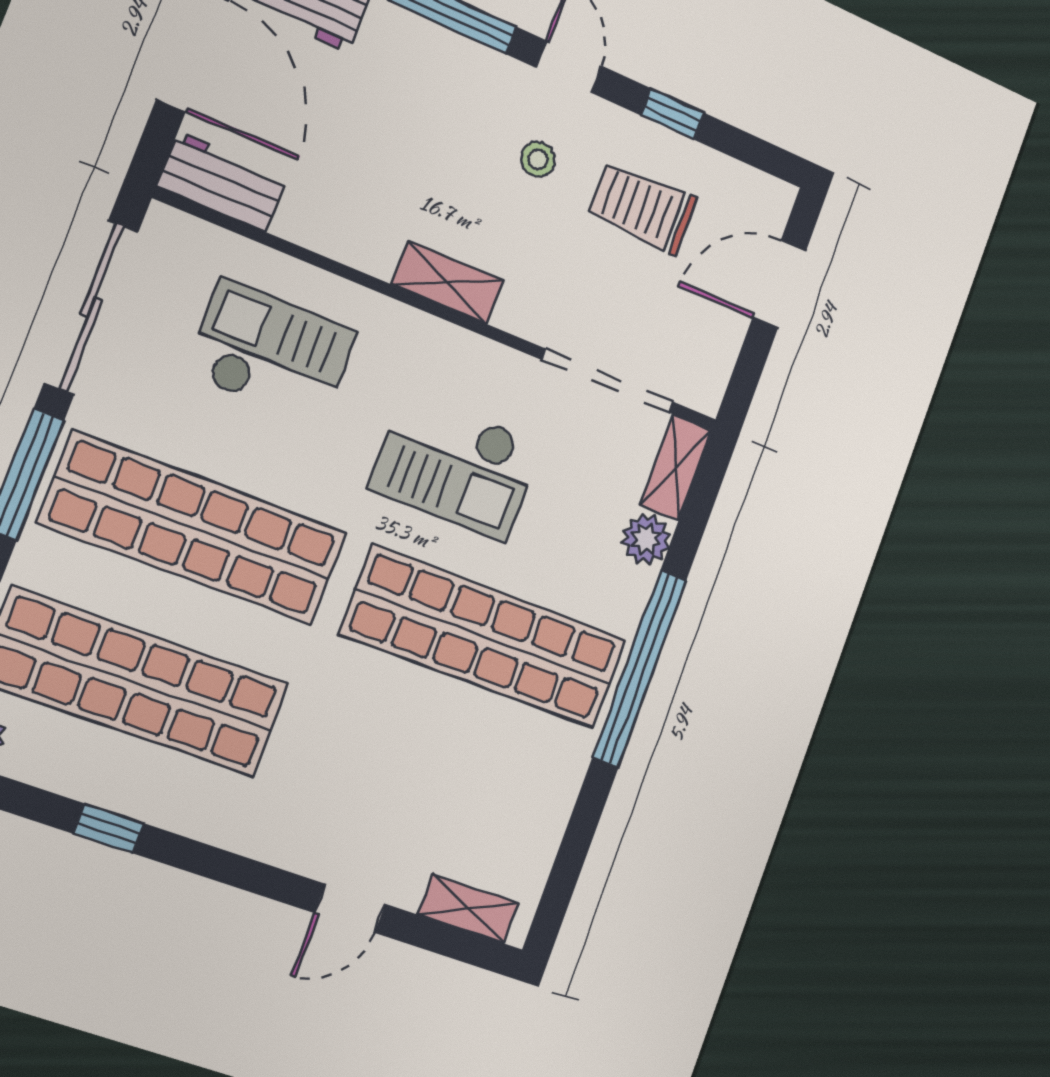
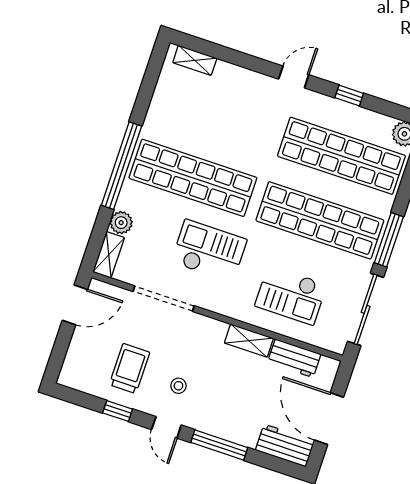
workbench: (222, 182) -> (294, 358), moved
trolley: (643, 208) -> (130, 369), turned -90
shelving: (448, 282) -> (249, 341), moved
door: (779, 284) -> (75, 305), moved
doorway: (607, 381) -> (164, 299), moved
door: (350, 908) -> (294, 77), moved

